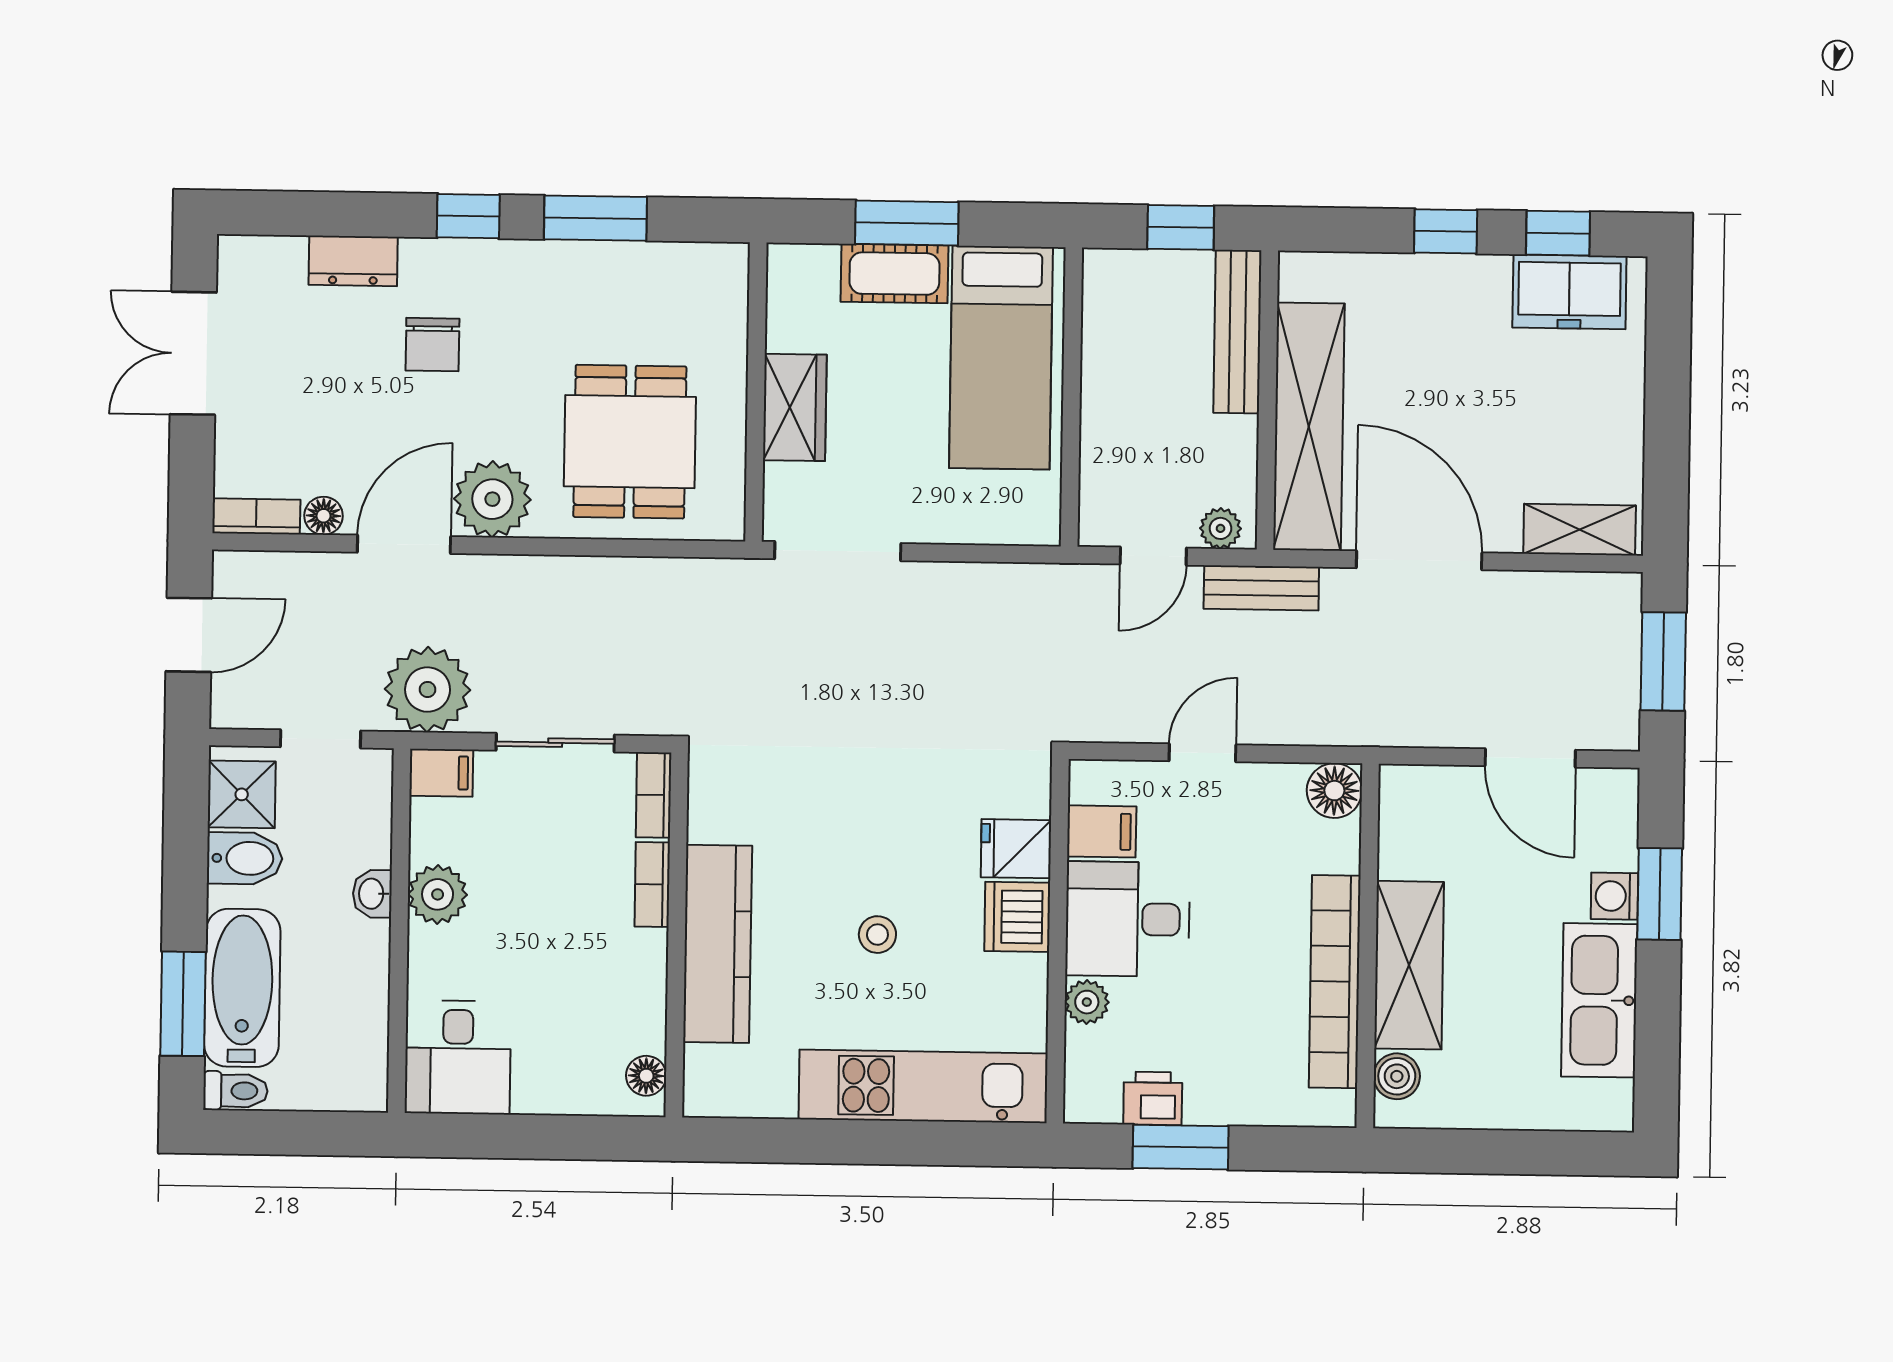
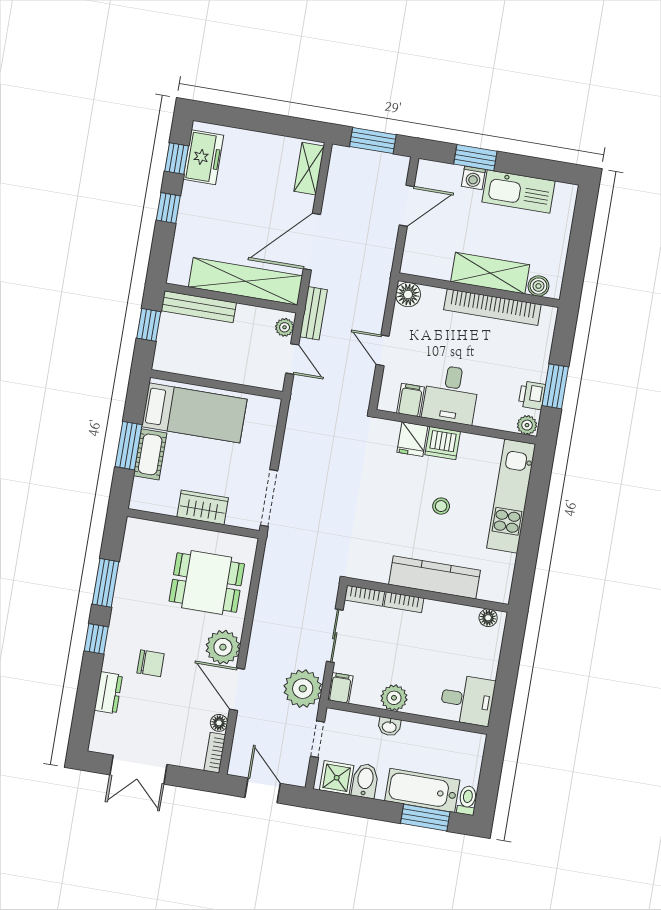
plant: (1087, 1002) -> (527, 425), moved

